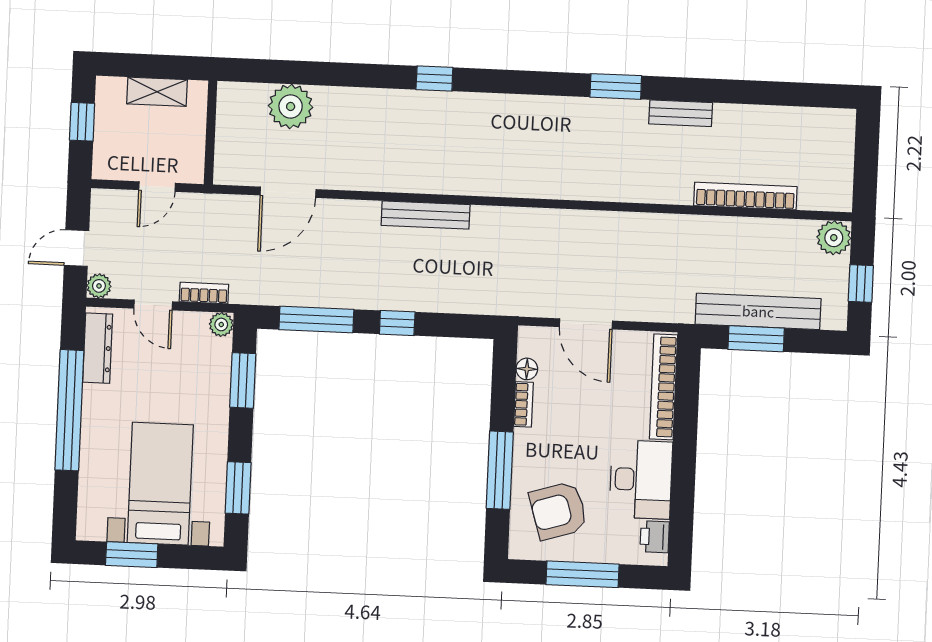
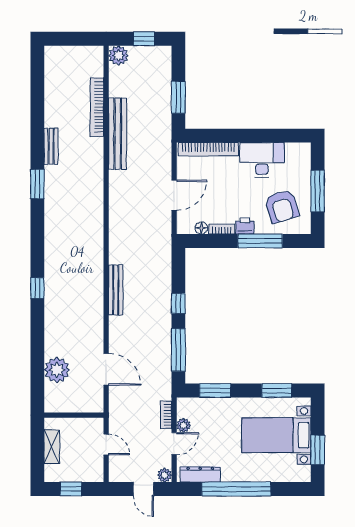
bench: (758, 311) -> (118, 134), moved
plant: (221, 324) -> (184, 425), moved
printer: (655, 537) -> (245, 226), moved, turned 180

